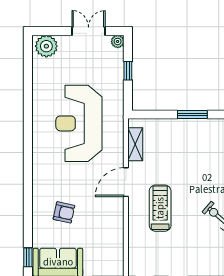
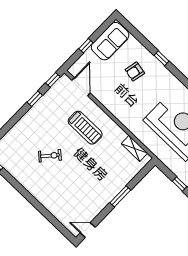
door: (126, 182) -> (81, 87), moved
window: (28, 257) -> (161, 58), moved

